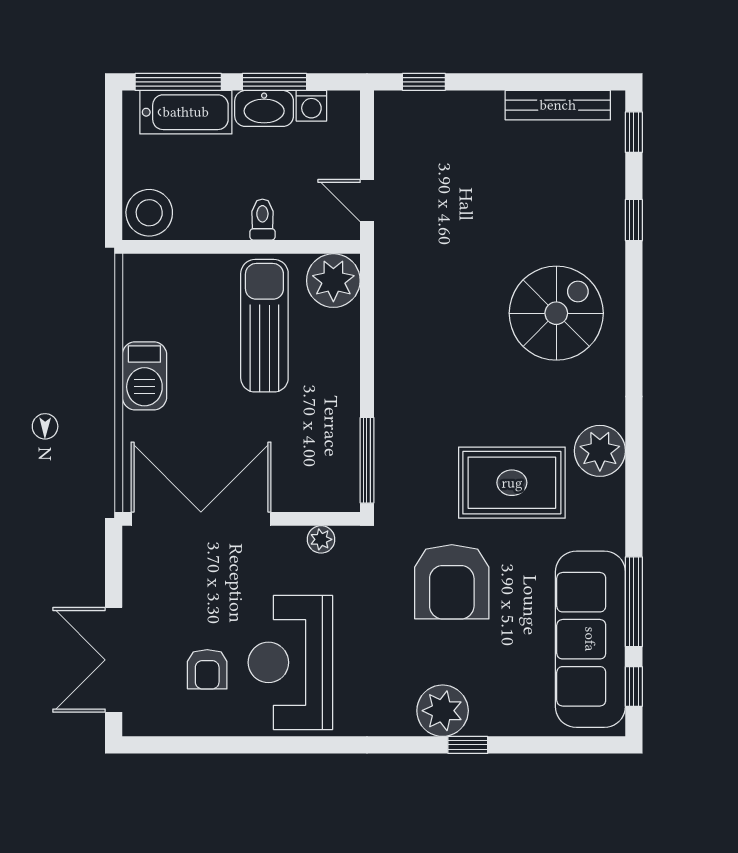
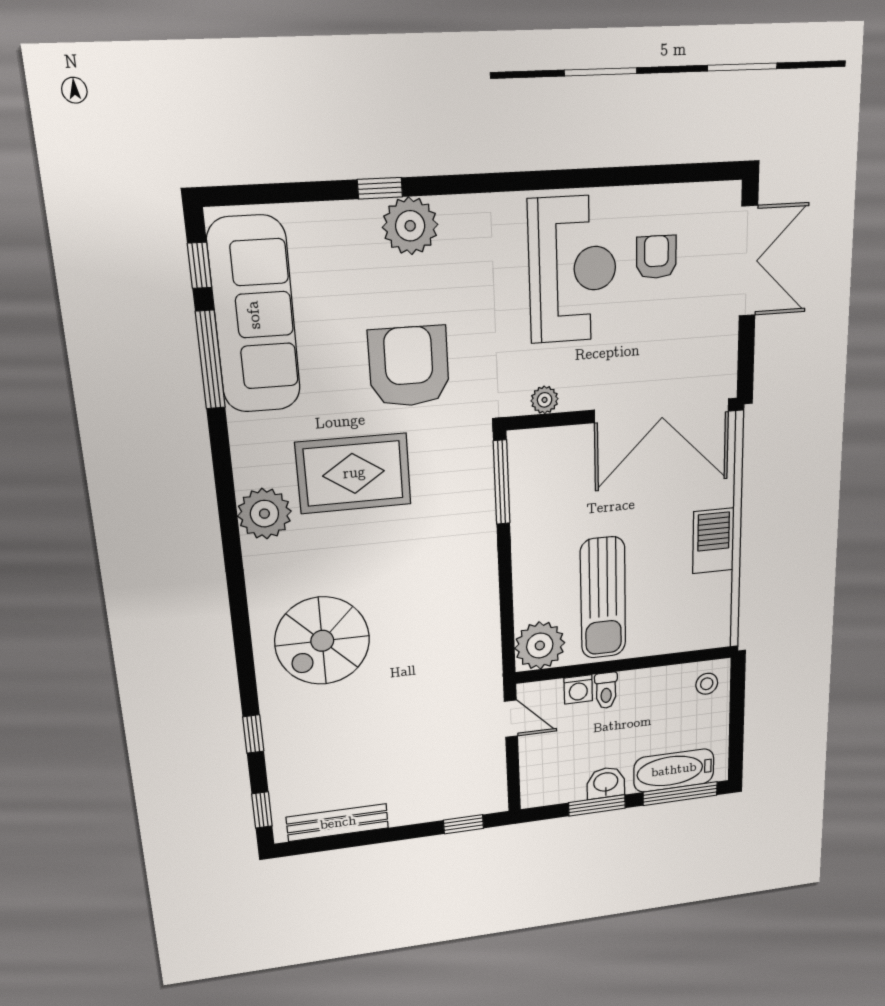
washing machine: (311, 106) -> (578, 689), moved, turned 180
washbasin: (264, 108) -> (606, 783), width x0.72
stool: (149, 213) -> (707, 684), width x0.53, depth x0.53

